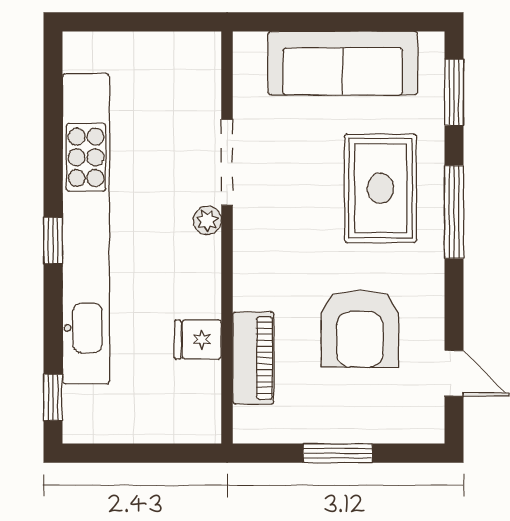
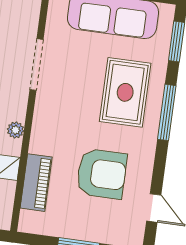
plant: (207, 221) -> (15, 130), moved
armchair: (360, 329) -> (102, 174), turned -90

